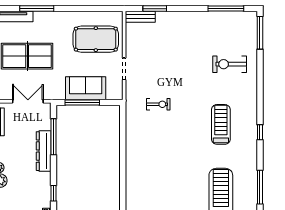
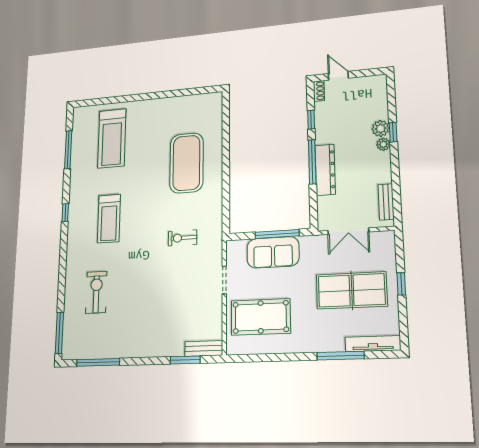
exercise bike: (230, 64) -> (96, 292), turned -90
window: (54, 137) -> (312, 162), moved
exercise mat: (156, 166) -> (186, 163), added

